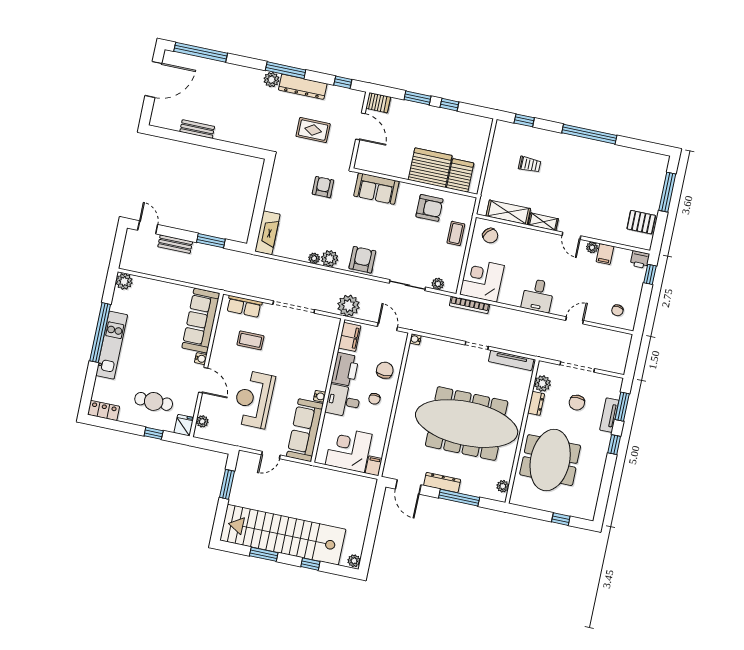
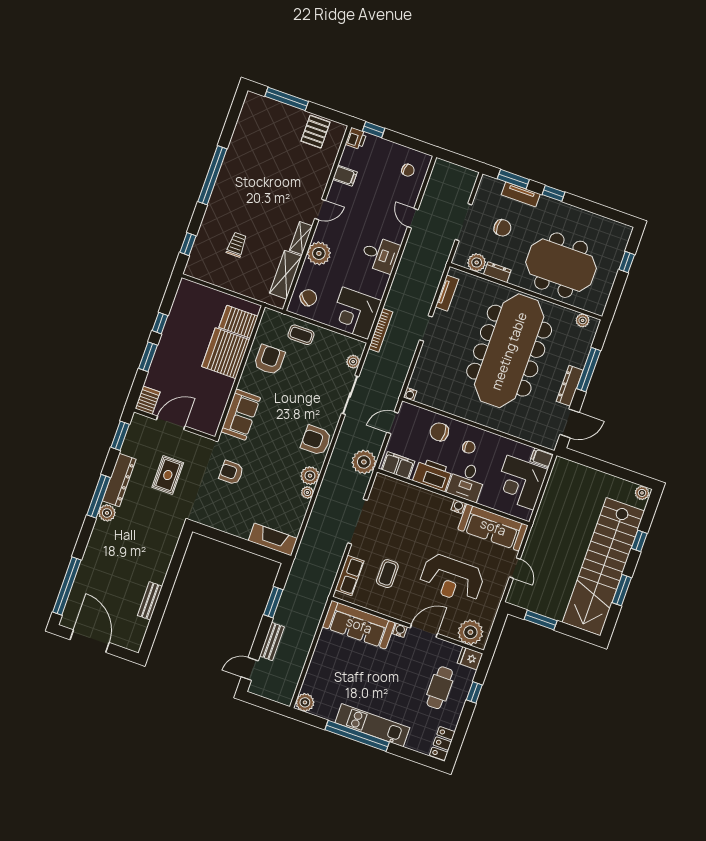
window: (343, 82) -> (120, 436), width x1.50
plant: (592, 247) -> (319, 253), moved, width x1.87, depth x1.87
tv unit: (511, 360) -> (447, 293), width x0.71
plant: (202, 421) -> (470, 632), width x1.88, depth x1.88

